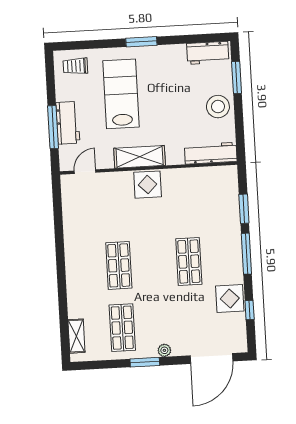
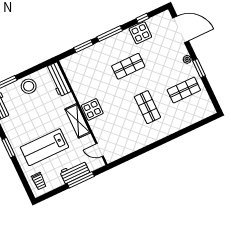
shop shelf: (119, 265) -> (147, 107), turned 90
shelving: (76, 336) -> (200, 115), removed

